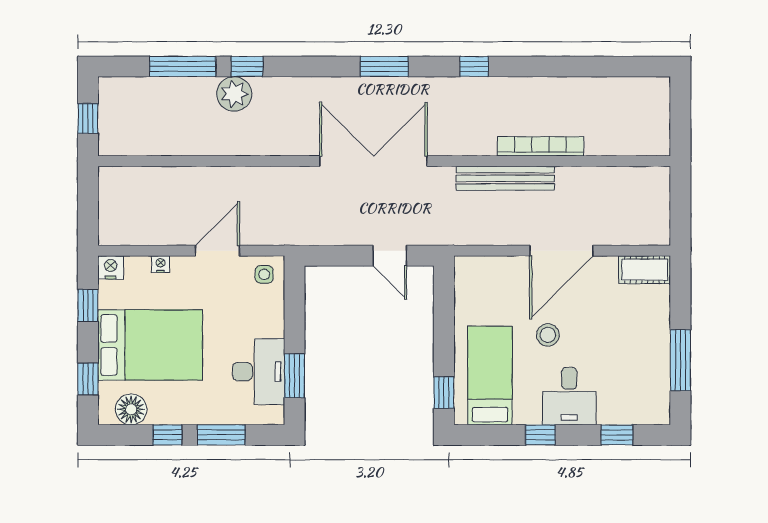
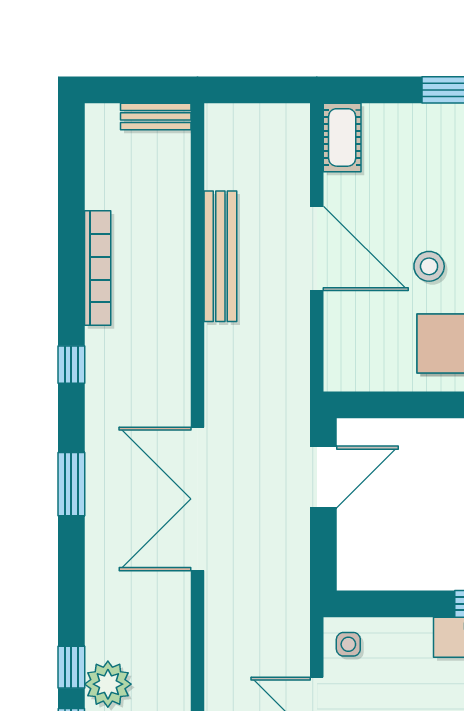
bench: (660, 130) -> (156, 116), added
bookcase: (541, 146) -> (98, 268), moved, turned 180
bench: (505, 178) -> (220, 256), moved
door: (390, 256) -> (323, 477), width x1.38

